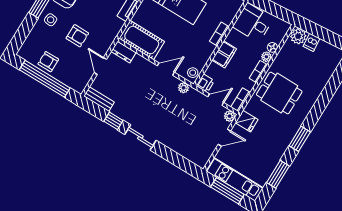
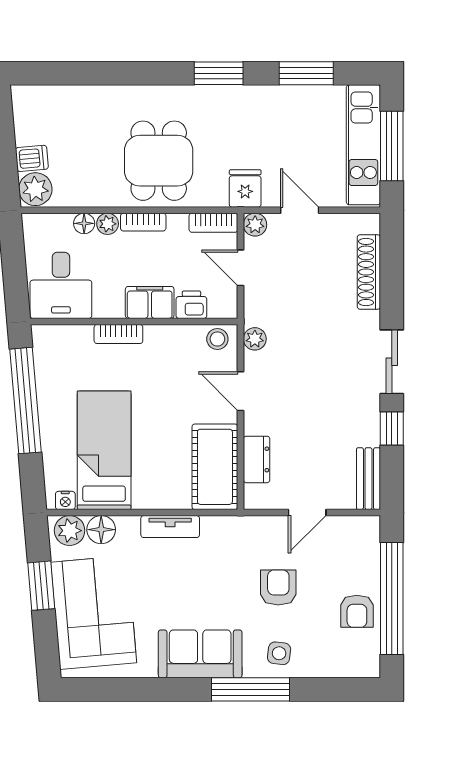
dresser: (124, 52) -> (257, 459), moved
printer: (205, 83) -> (191, 305), moved
shoe rack: (182, 150) -> (369, 272), added

